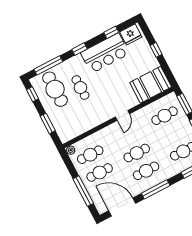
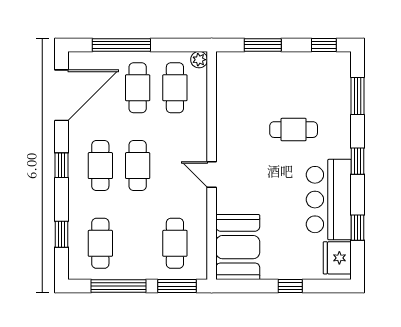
window: (48, 65) -> (358, 96), width x0.69
cafe table: (55, 89) -> (313, 86), removed
window: (156, 189) -> (61, 165), width x0.46

